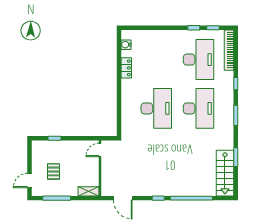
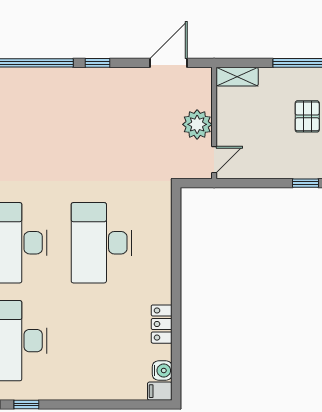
filing cabinet: (127, 34) -> (160, 391), added
plant: (108, 167) -> (197, 124), added
door: (123, 198) -> (169, 63), hinge flipped

